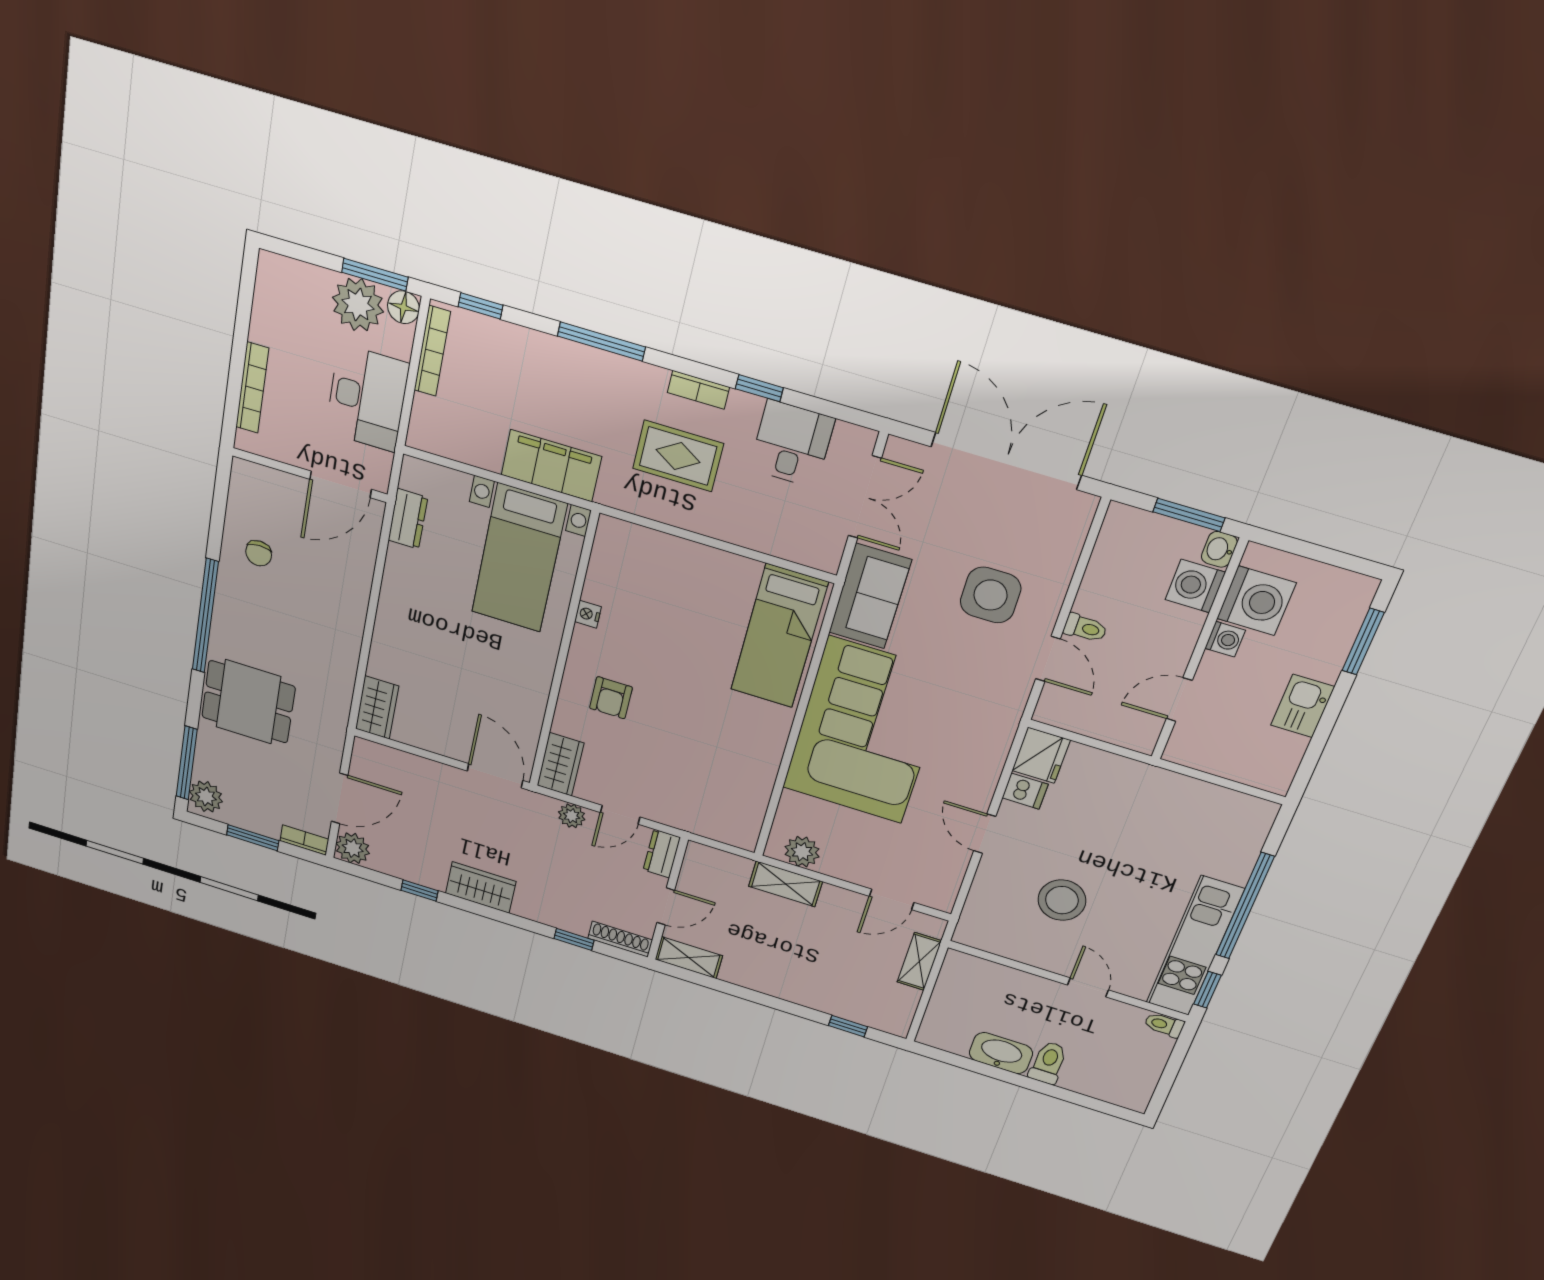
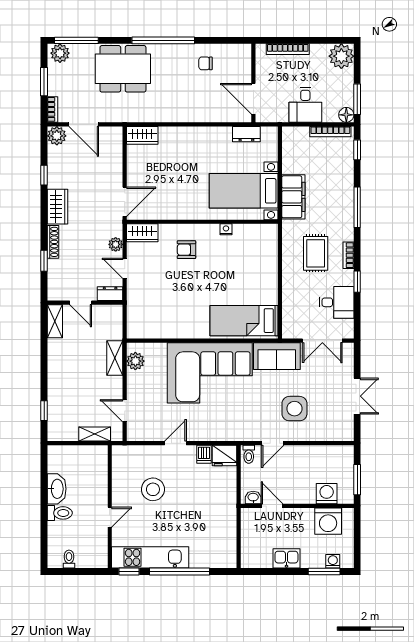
plant: (358, 305) -> (341, 56), moved
desk: (367, 398) -> (305, 105), width x0.73
double door: (1006, 461) -> (357, 396), width x0.54
washbasin: (1219, 549) -> (253, 497), moved
toilet: (1085, 628) -> (249, 454), moved
washing machine: (1225, 639) -> (333, 561), moved, turned 180
dining table: (248, 702) -> (123, 69), width x1.38
shoe rack: (620, 939) -> (53, 242), moved
toilet: (1164, 1025) -> (69, 559), moved

